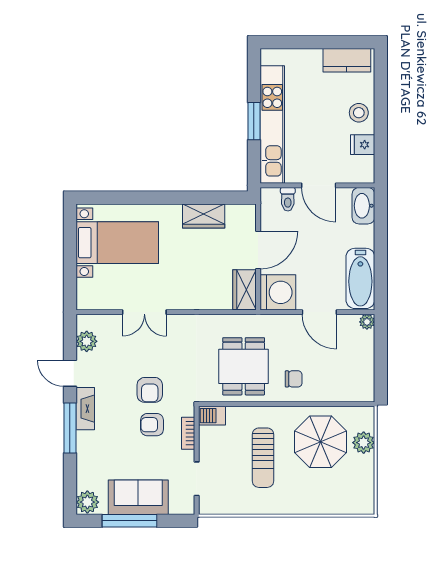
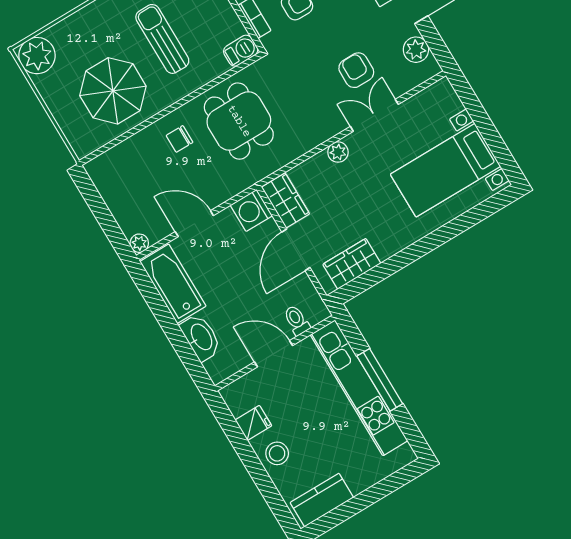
window: (254, 121) -> (380, 380), width x1.44
washbasin: (363, 206) -> (201, 337), moved
wardrobe: (204, 216) -> (352, 264), moved
washing machine: (278, 292) -> (251, 210), width x0.73, depth x0.73
plant: (186, 302) -> (338, 152), added
armchair: (150, 390) -> (356, 70), moved
plant: (364, 443) -> (37, 56), moved, width x1.36, depth x1.36

